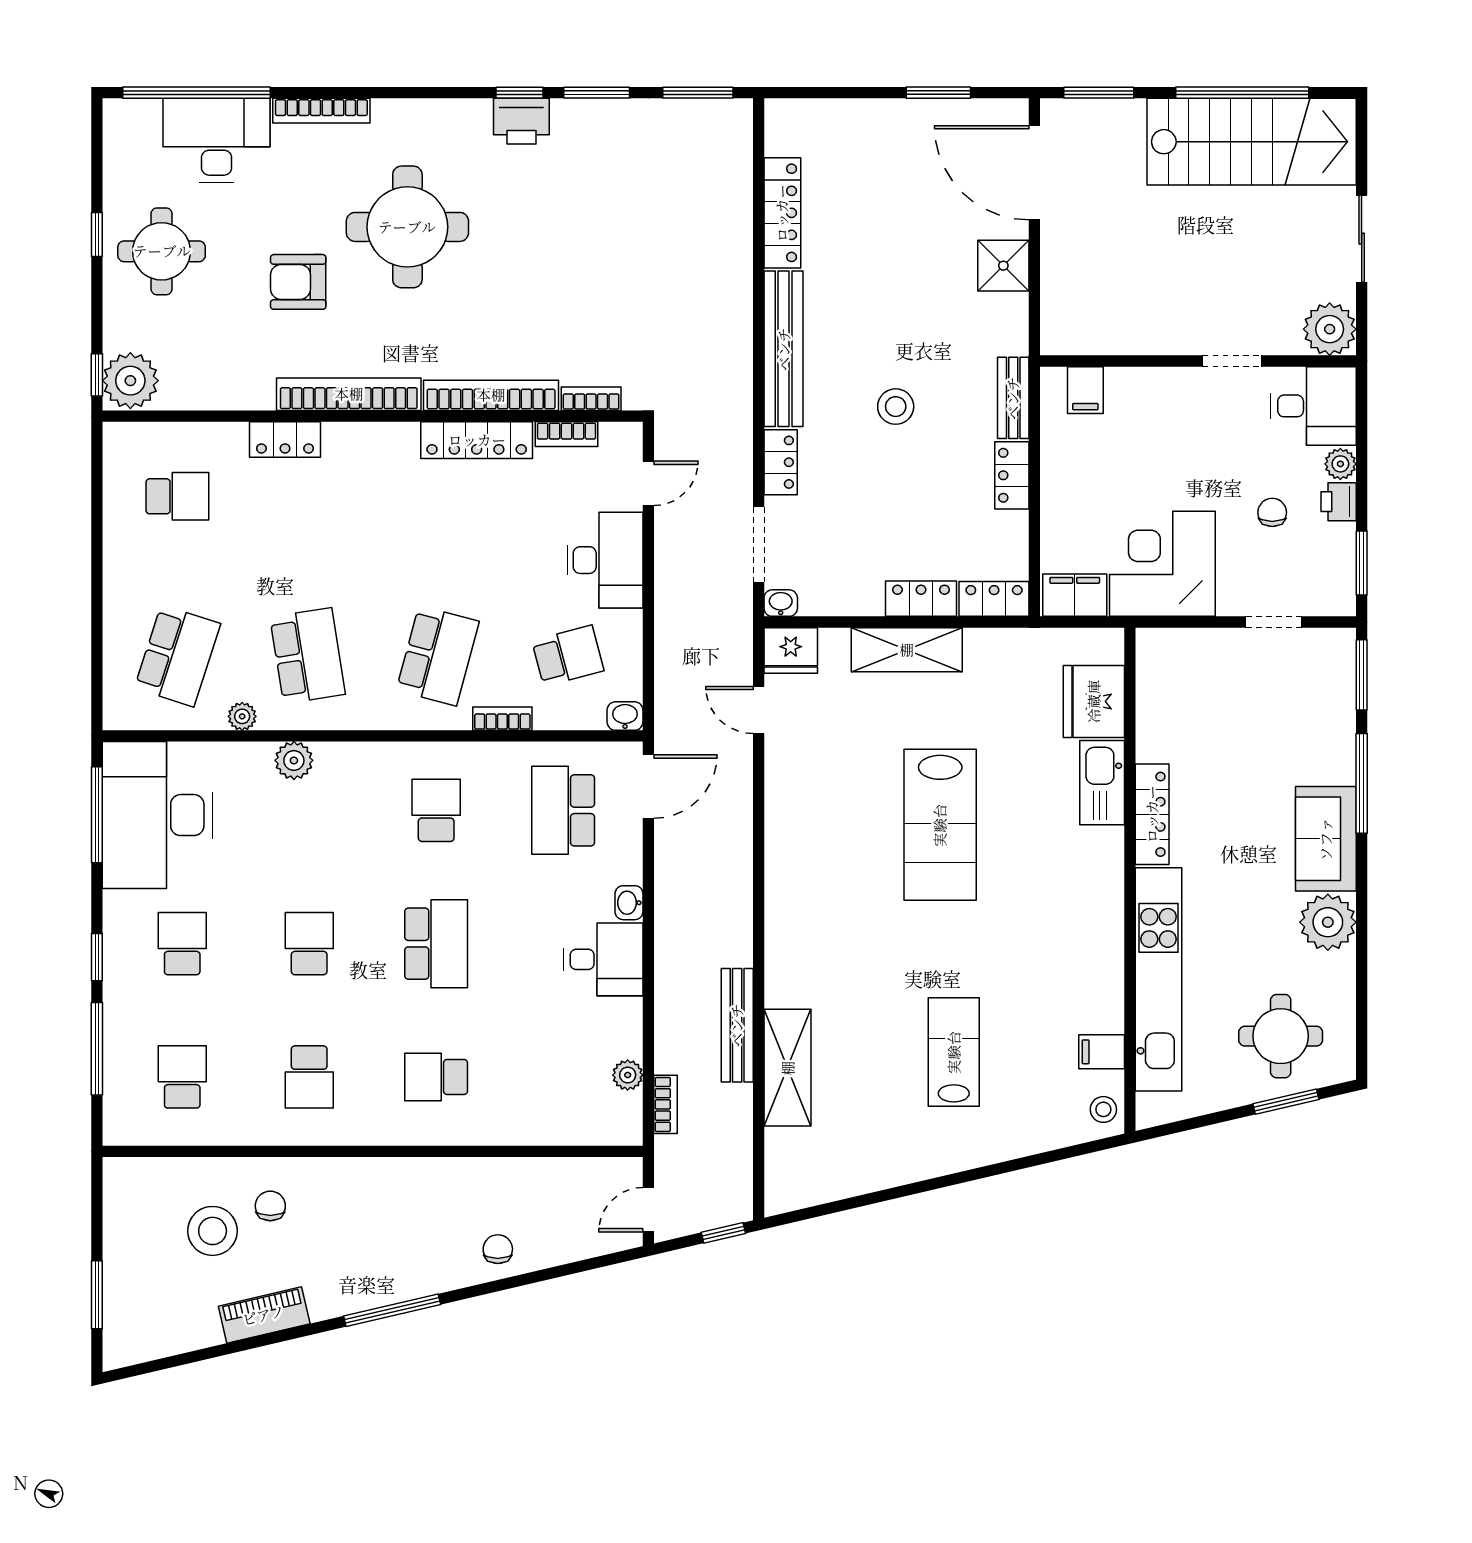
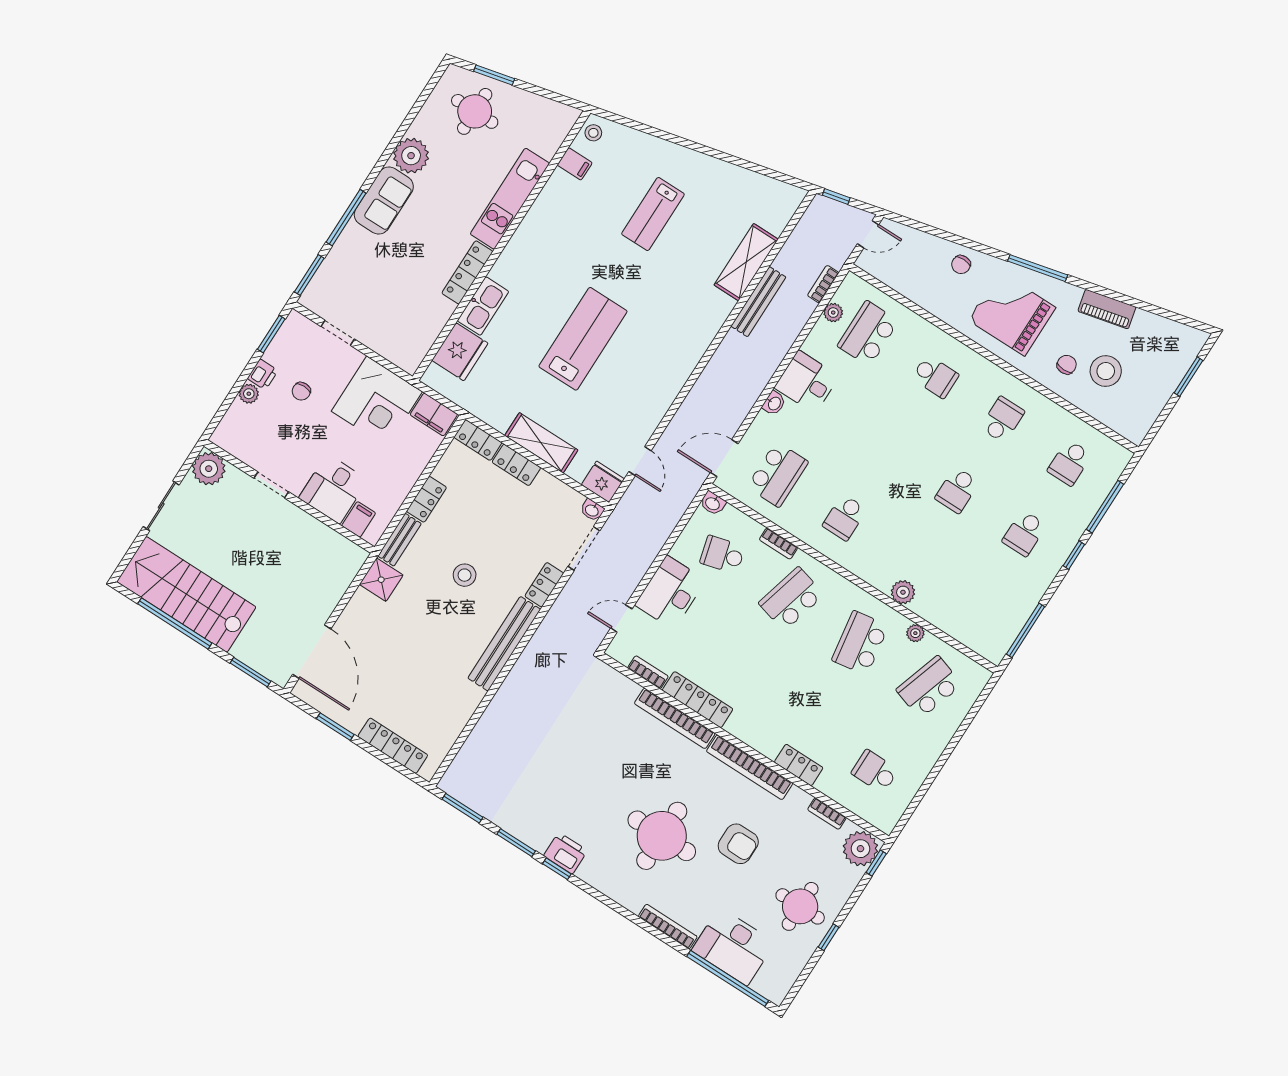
locker: (782, 213) -> (393, 746), moved, turned 90
shower: (1003, 266) -> (381, 580), moved
bookcase: (591, 399) -> (827, 814), moved
desk: (1313, 406) -> (333, 489), moved, turned -90
desk: (158, 815) -> (994, 610), removed
school desk: (436, 944) -> (868, 333), moved
kitchen unit: (1159, 979) -> (510, 199), width x0.73
chair: (270, 1206) -> (1067, 365), turned 180
grand piano: (387, 1227) -> (1012, 314), added

